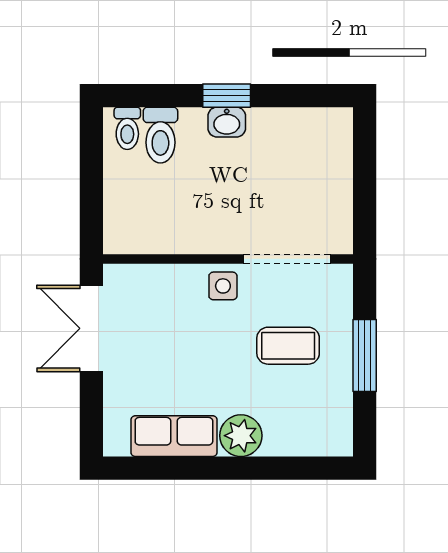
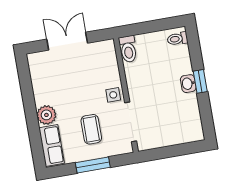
toilet: (160, 135) -> (128, 49), moved, turned -90
double door: (91, 328) -> (67, 41), moved
row of seats: (174, 436) -> (52, 145), moved

